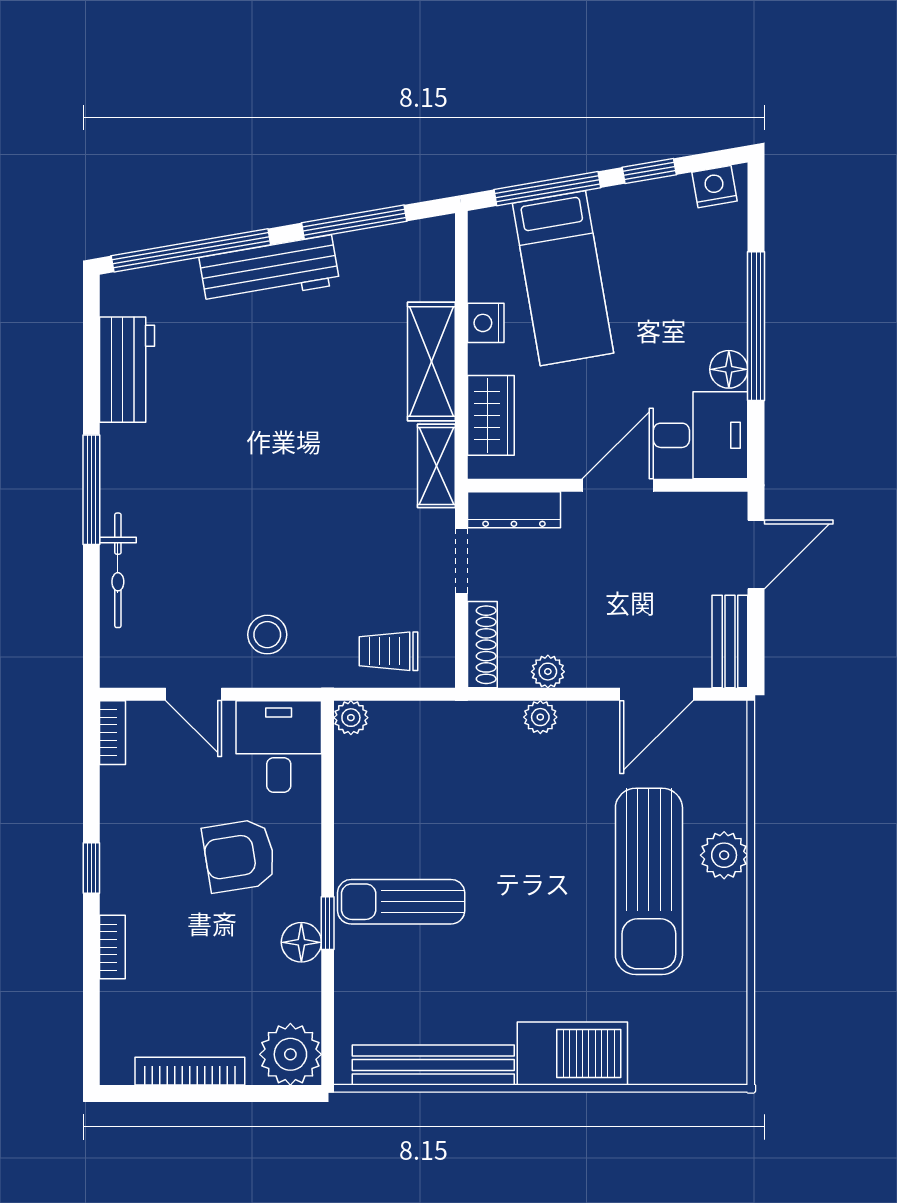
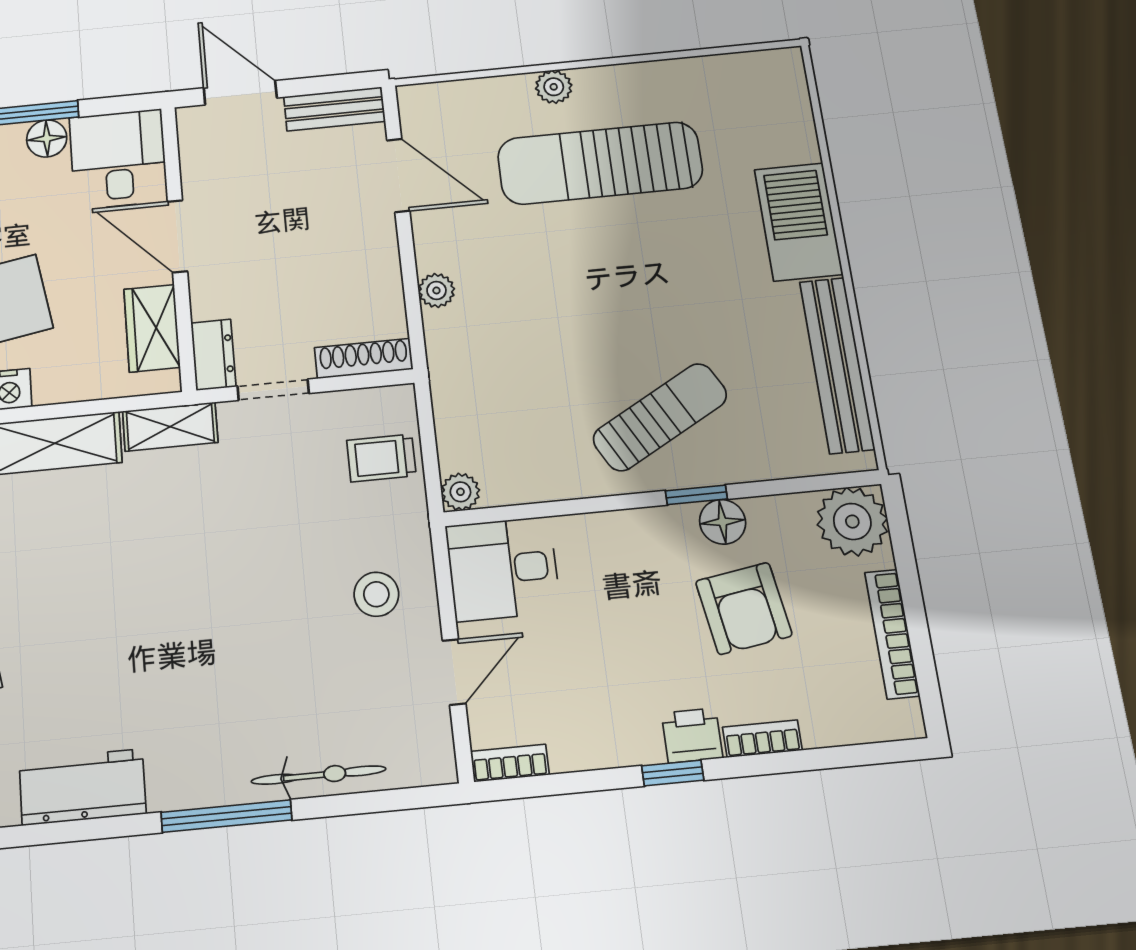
wardrobe: (491, 415) -> (152, 328), moved, turned -90
dresser: (514, 510) -> (213, 355), width x0.70
trolley: (389, 651) -> (381, 458), turned 90
plant: (548, 672) -> (386, 288), removed
plant: (724, 855) -> (554, 87), width x0.73, depth x0.73
armchair: (239, 856) -> (744, 608), moved
sun lounger: (649, 881) -> (600, 163), turned 180
printer: (121, 889) -> (692, 735), added
sun lounger: (401, 902) -> (660, 417), turned -119

